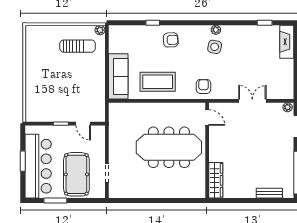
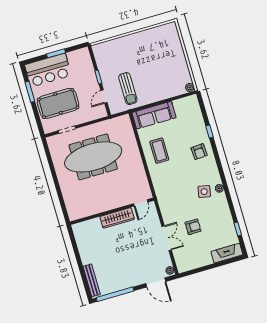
sun lounger: (78, 46) -> (128, 89), moved
coffee table: (158, 82) -> (159, 151), width x0.73, depth x0.76
armchair: (204, 86) -> (193, 227), moved
meeting table: (169, 147) -> (93, 157), moved, turned 90
bar counter: (38, 166) -> (48, 70), width x0.73
wardrobe: (216, 180) -> (117, 218), moved
bench: (269, 193) -> (92, 280), width x1.36

